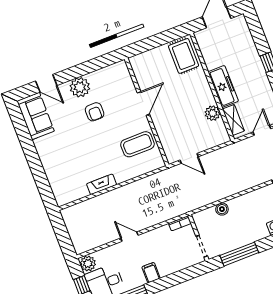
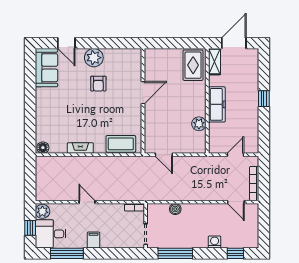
shelving: (233, 120) -> (215, 62), moved
coffee table: (137, 144) -> (121, 144), moved
floor lamp: (63, 199) -> (43, 148), added

